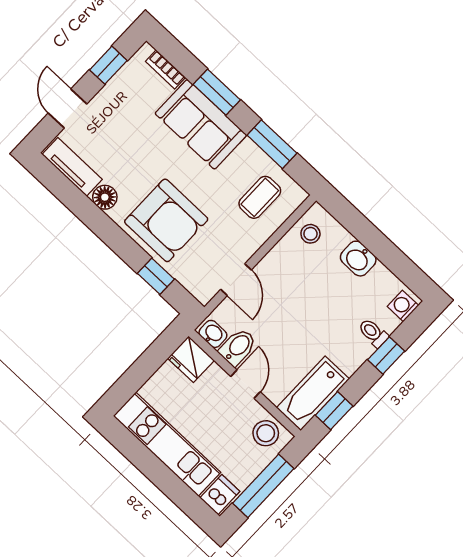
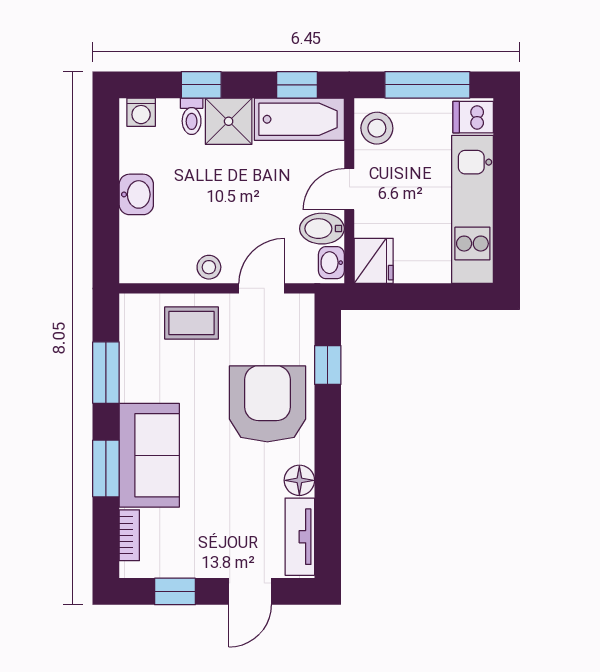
coffee table: (260, 197) -> (192, 323), moved
stool: (310, 234) -> (209, 267), moved
shower: (350, 351) -> (229, 121), added

